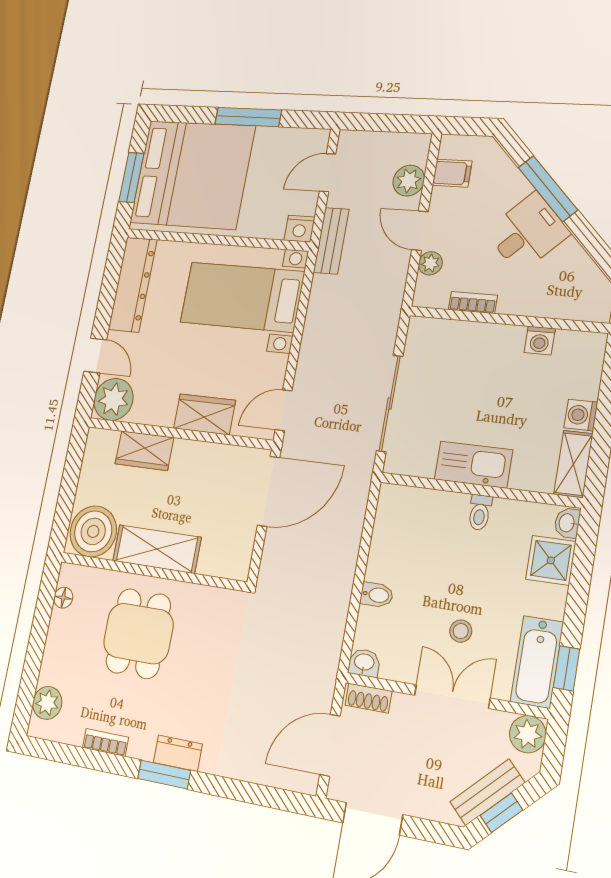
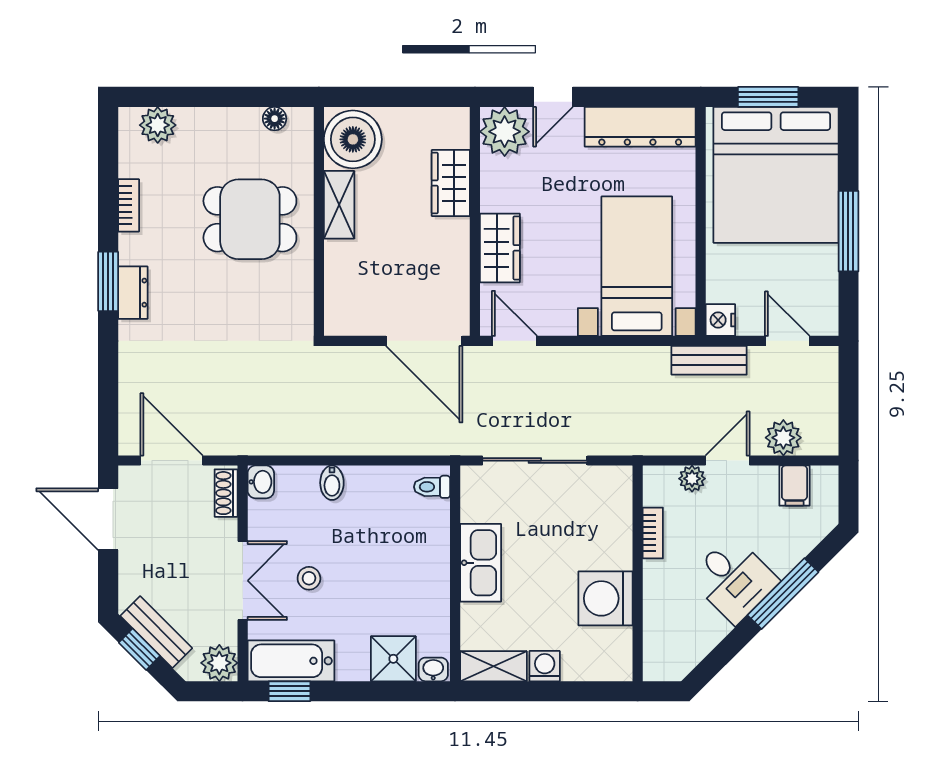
washing machine: (540, 340) -> (606, 598), width x1.89, depth x1.89
toilet: (480, 512) -> (432, 487), moved
shelving: (157, 549) -> (339, 205), width x0.67, depth x0.75

